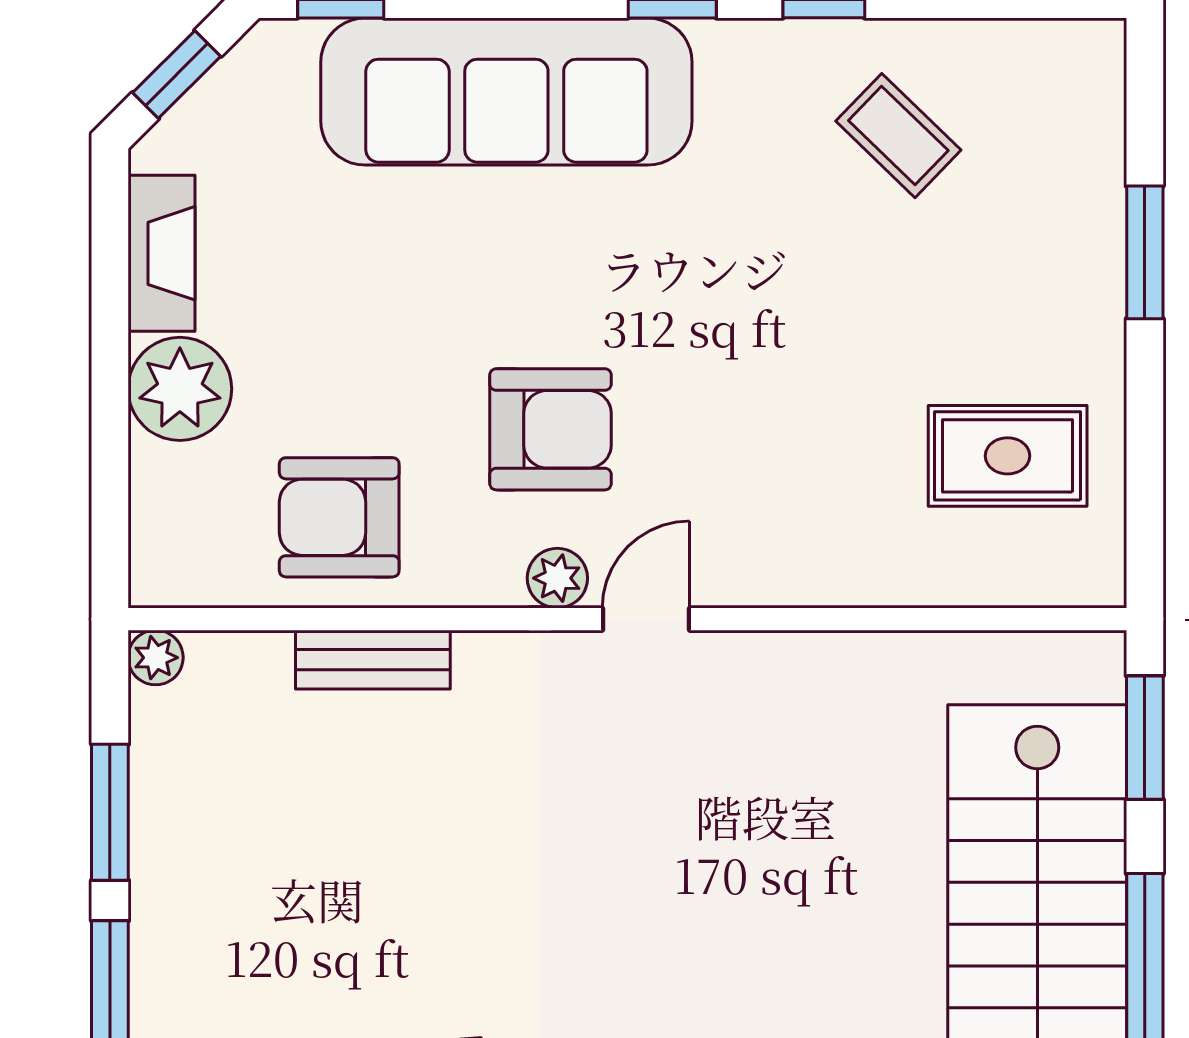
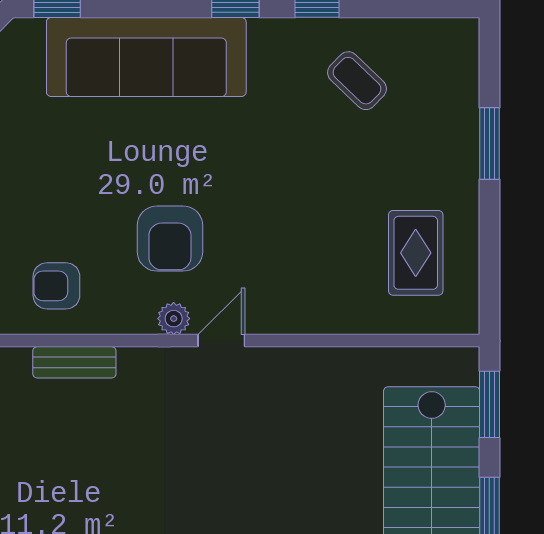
armchair: (551, 429) -> (170, 239), turned 90
rug: (1008, 456) -> (416, 253), turned 90
armchair: (339, 517) -> (56, 286), width x0.72, depth x0.72

